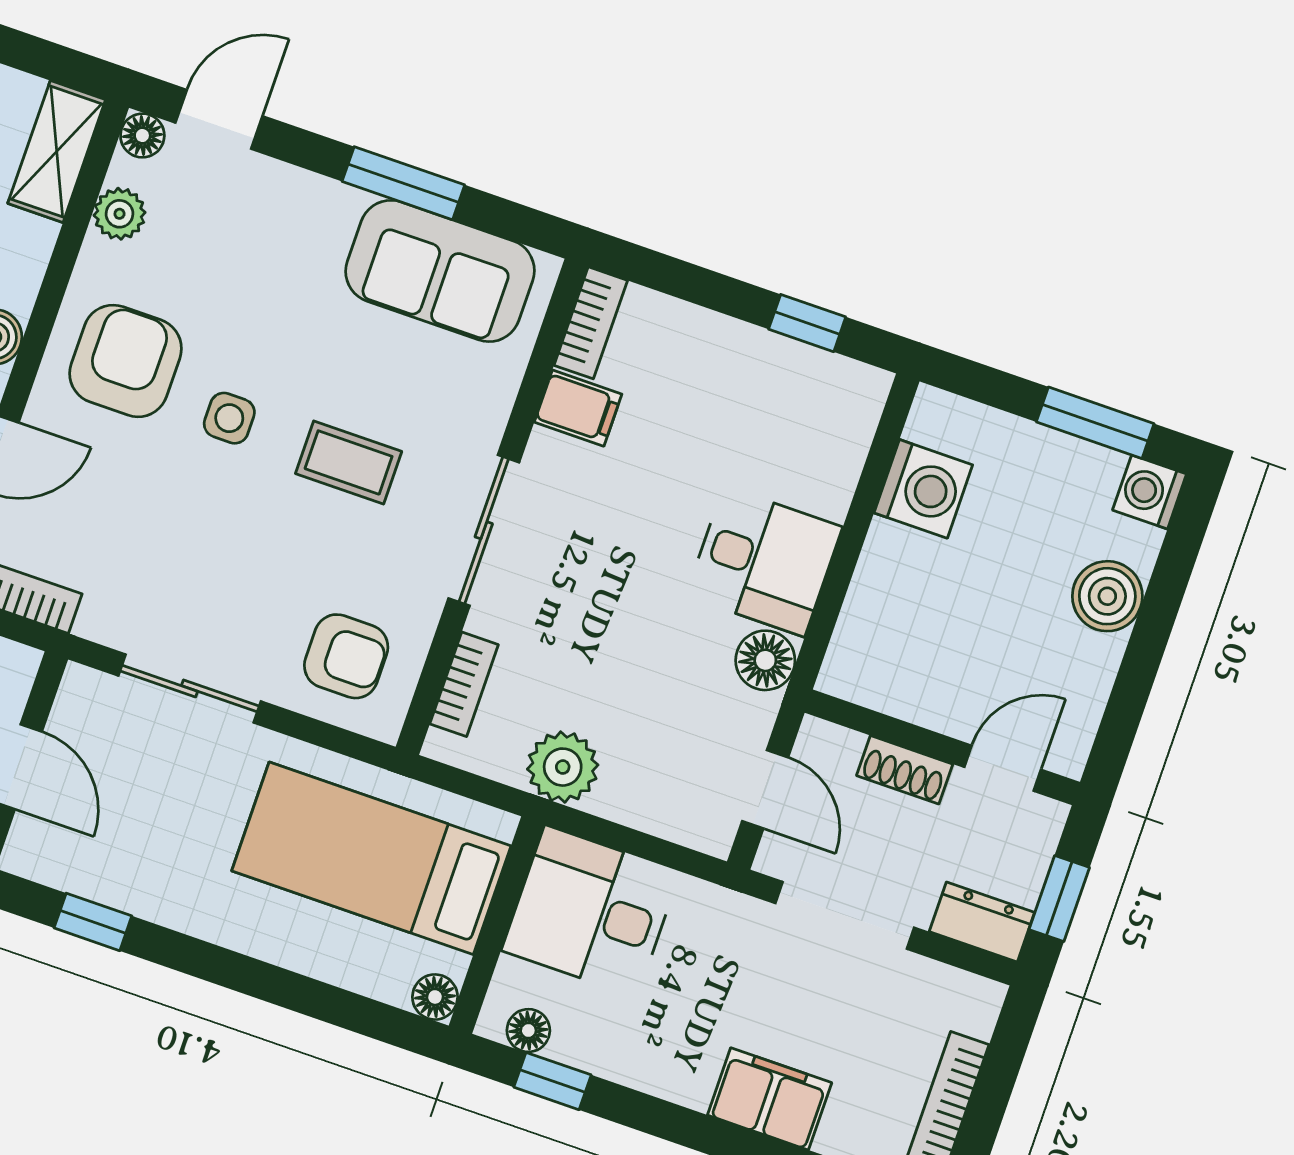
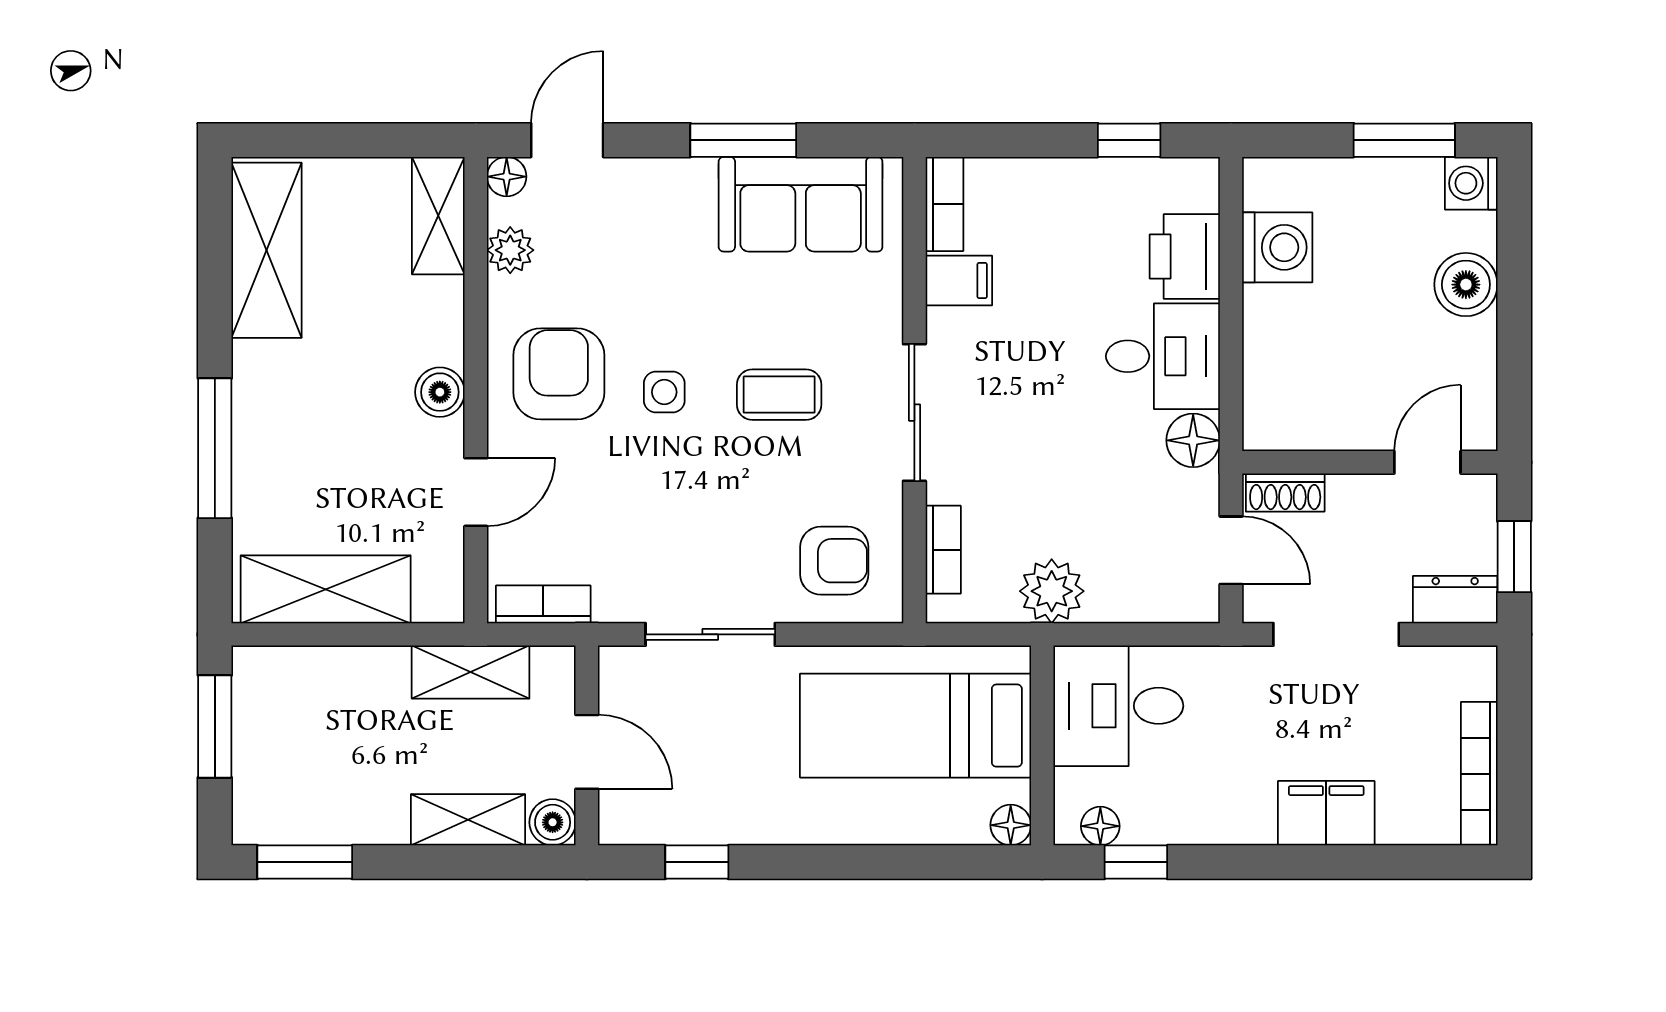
printer: (823, 465) -> (1185, 257), added
shoe rack: (905, 770) -> (1285, 492), moved

